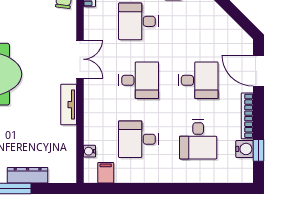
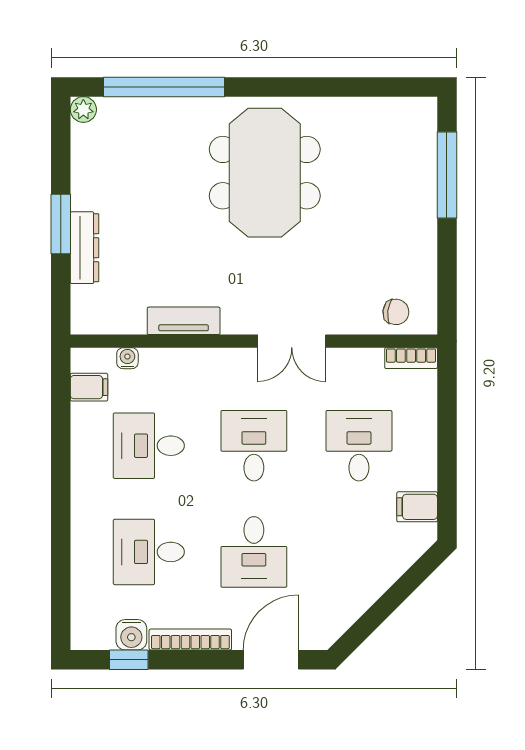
desk: (139, 80) -> (254, 446), turned 180
tv unit: (69, 105) -> (184, 321), moved
desk: (139, 139) -> (149, 446), turned -90

